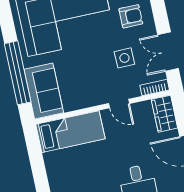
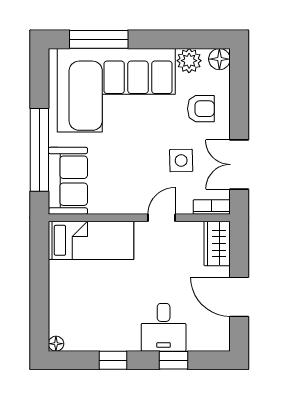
door: (119, 104) -> (161, 218), swing flipped

